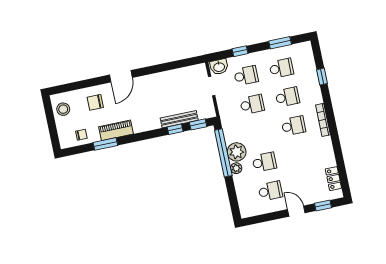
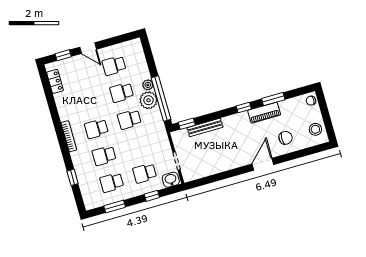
school desk: (252, 104) -> (129, 119), moved
window: (175, 129) -> (244, 107), moved
chair: (81, 135) -> (311, 101), moved

